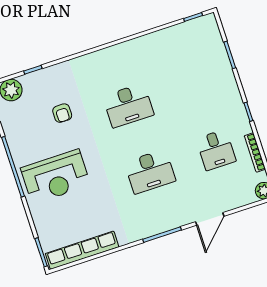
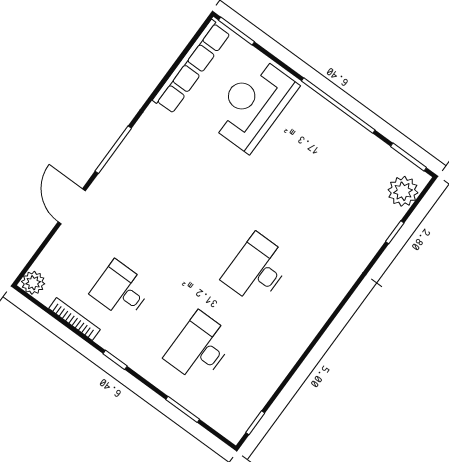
armchair: (62, 113) -> (326, 207), removed
desk: (150, 172) -> (200, 348), moved
reception desk: (56, 177) -> (253, 104), moved

